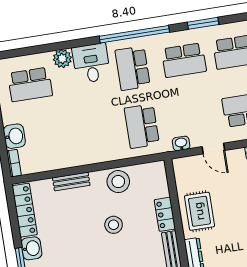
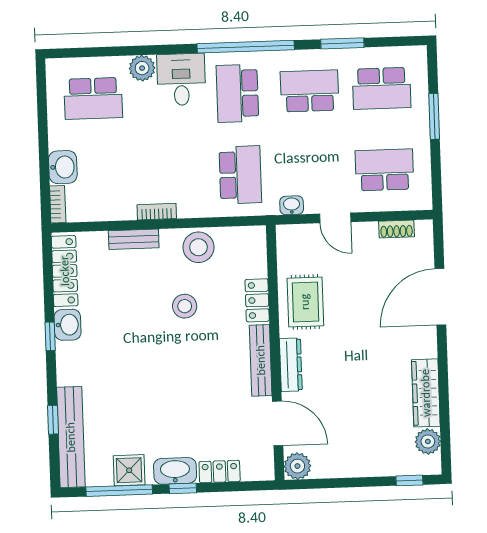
school desk: (184, 60) -> (310, 91), turned 180
school desk: (142, 126) -> (240, 175), turned 180
bookcase: (85, 160) -> (157, 212), added

